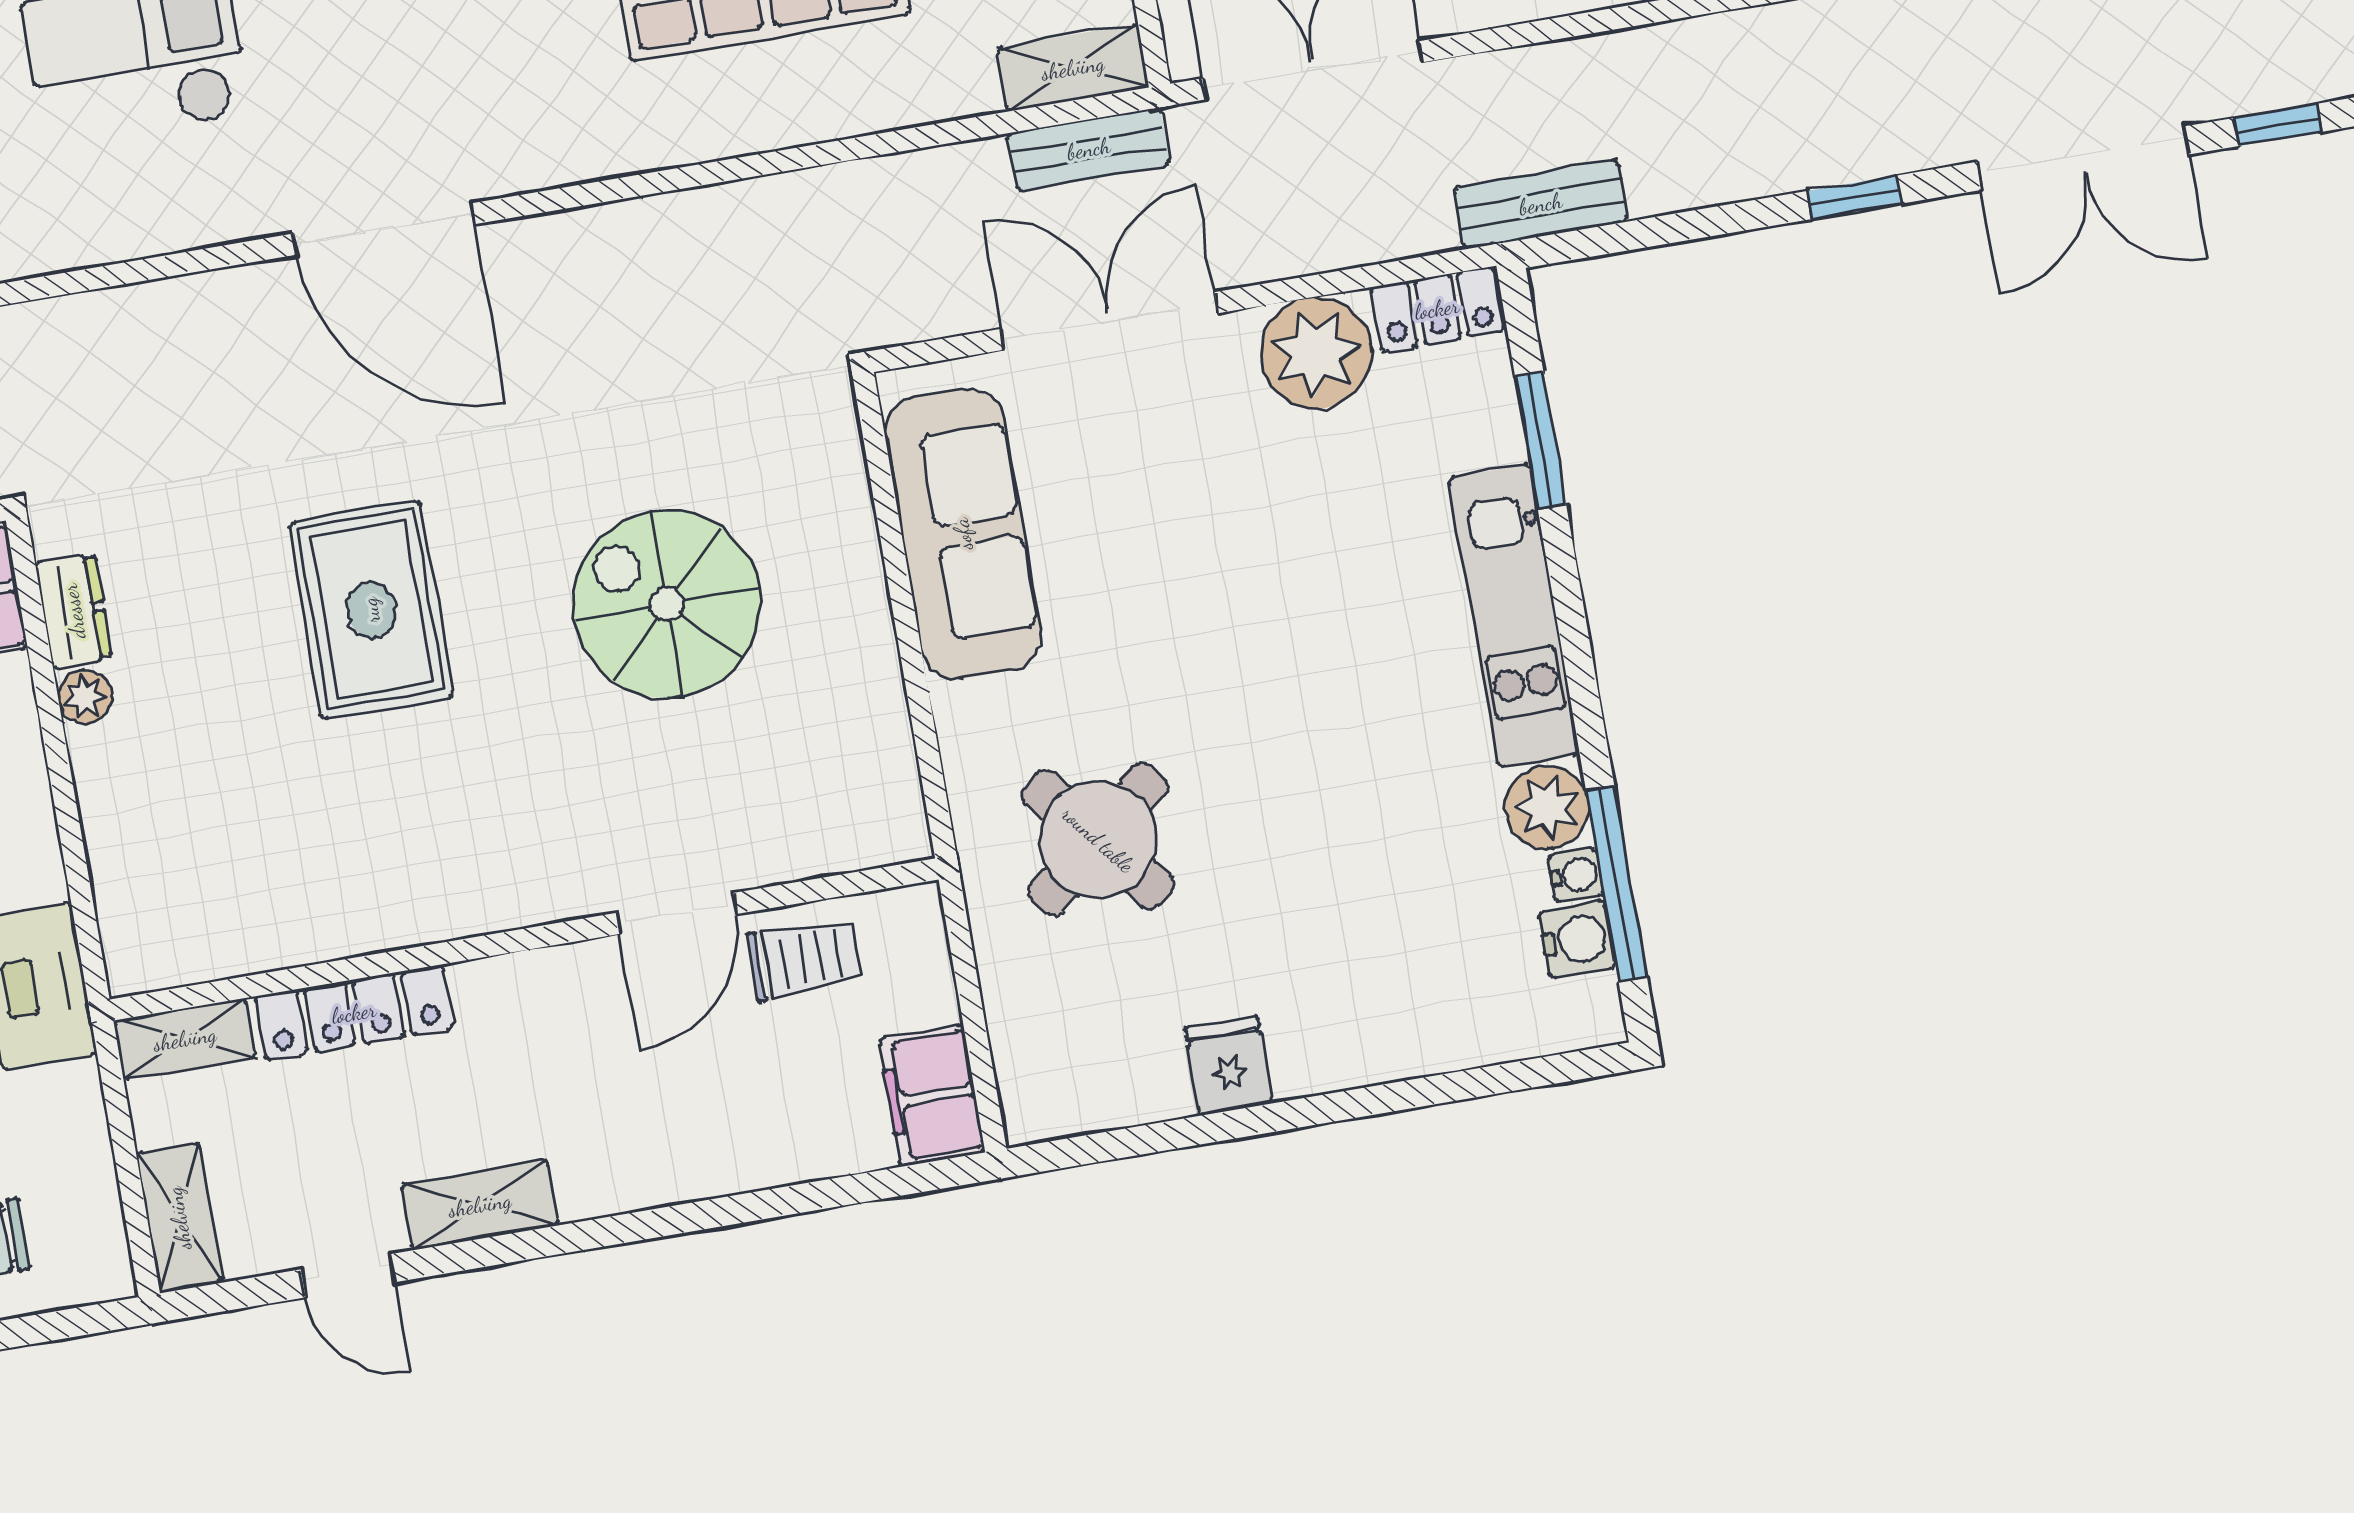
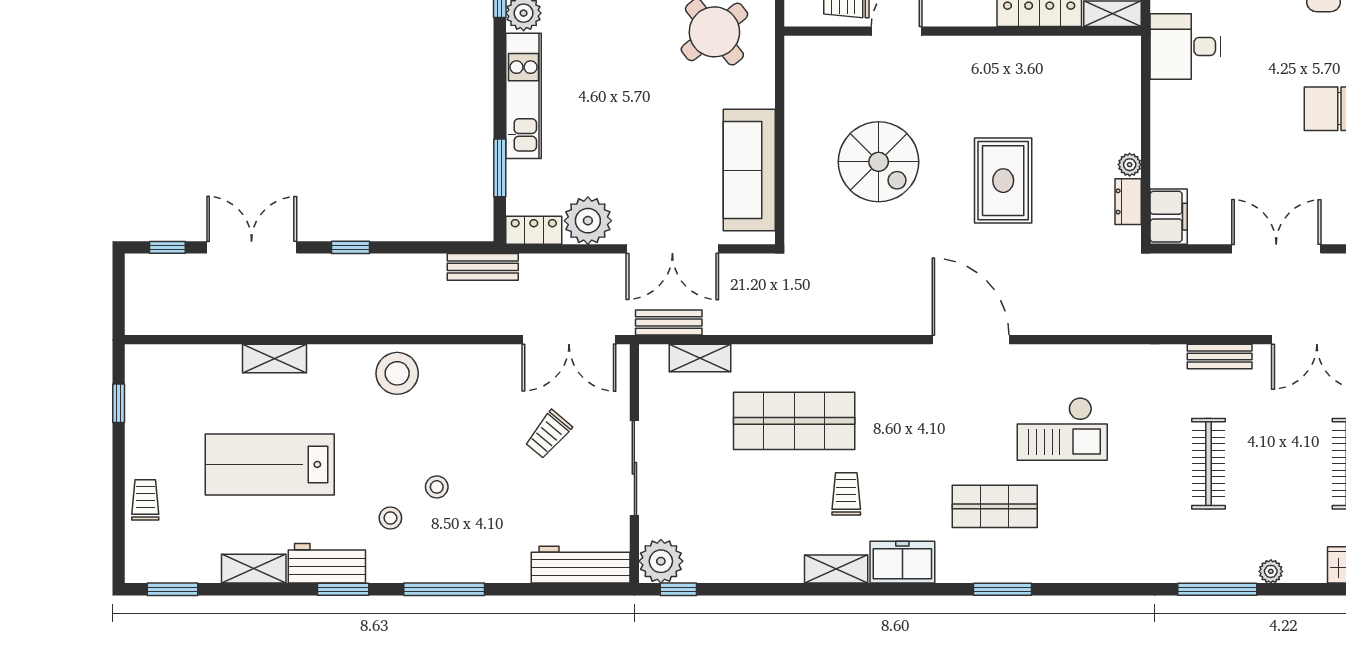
shelving: (1073, 68) -> (700, 358), moved

